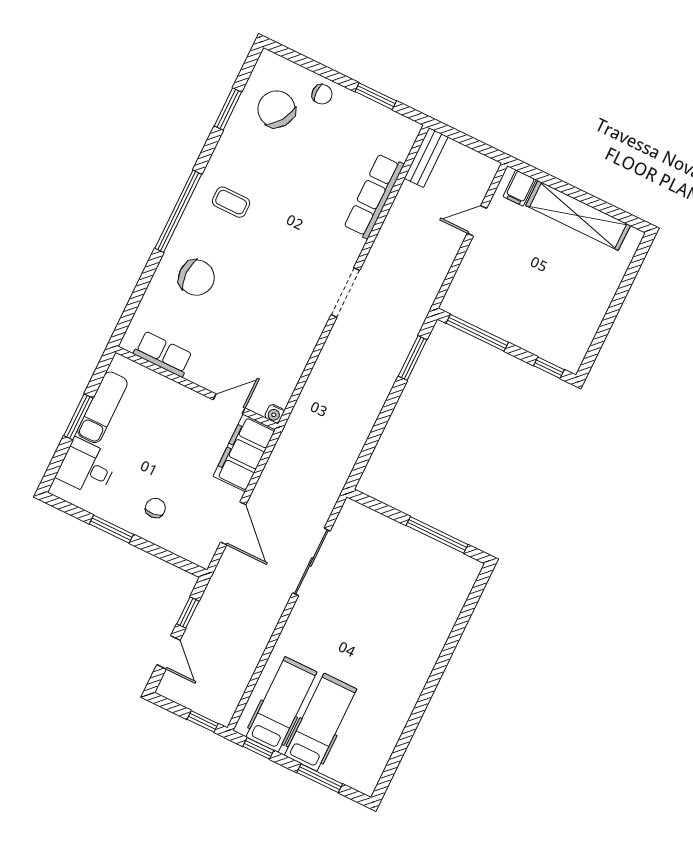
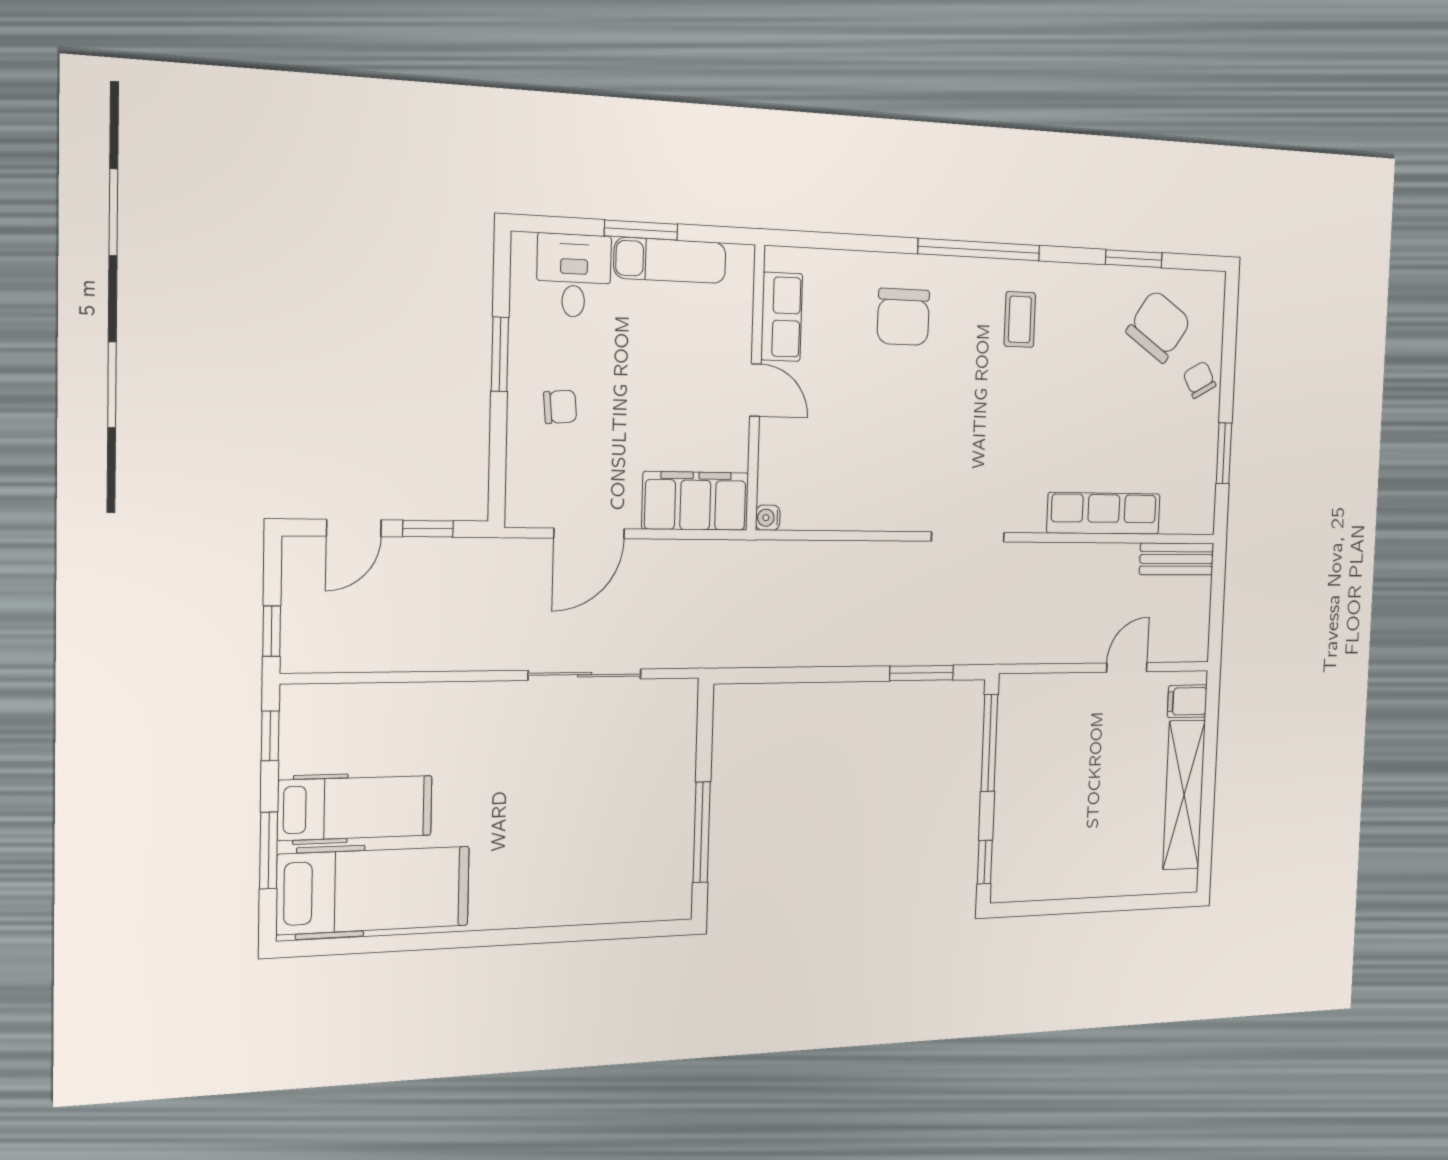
chair: (322, 94) -> (1200, 380), turned 151
door: (477, 221) -> (1127, 667), hinge flipped
door: (229, 404) -> (755, 390), moved
hospital bed: (281, 704) -> (374, 890), moved, width x1.37, depth x1.29

